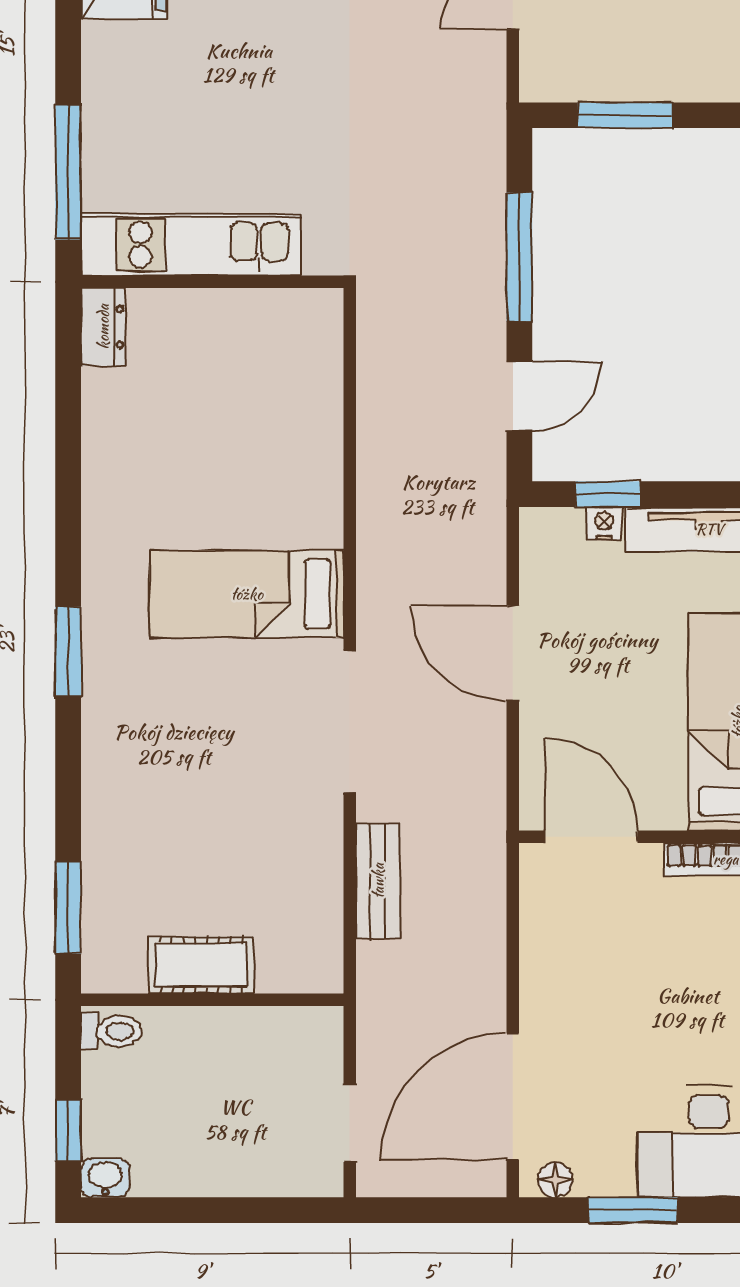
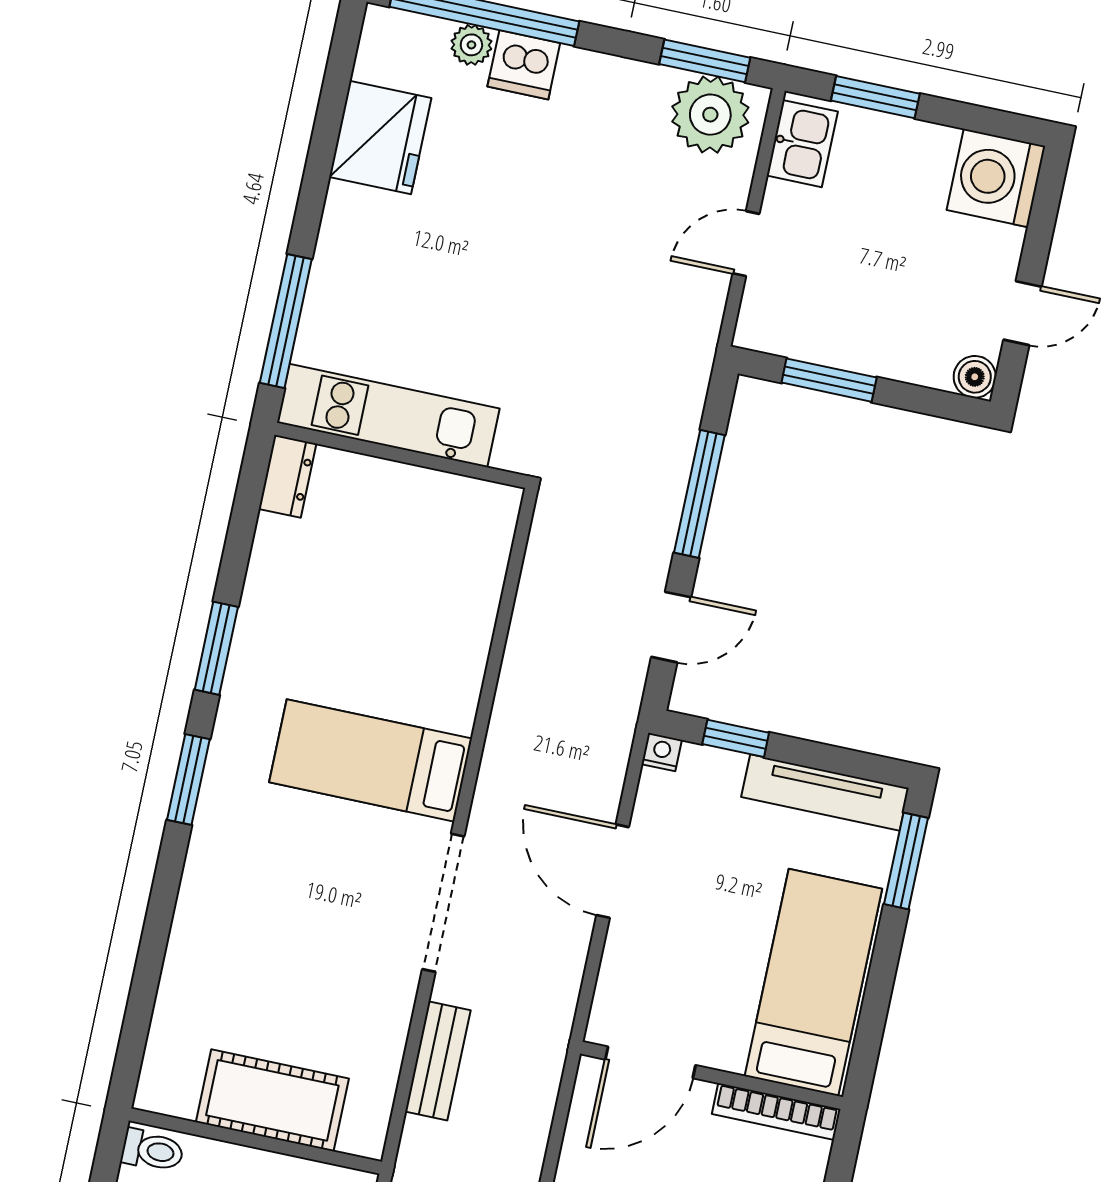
nightstand: (604, 524) -> (662, 752), moved
door: (591, 837) -> (650, 1062), swing flipped
window: (68, 907) -> (216, 648), moved
cot: (201, 965) -> (272, 1100), width x1.37, depth x1.34

